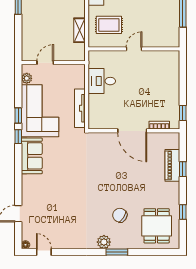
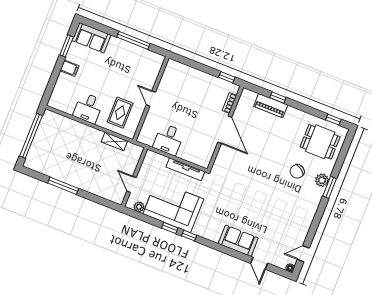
door: (132, 131) -> (225, 130), hinge flipped
sofa: (32, 156) -> (238, 241), moved
window: (183, 212) -> (333, 120), moved
plant: (104, 242) -> (322, 180), moved

